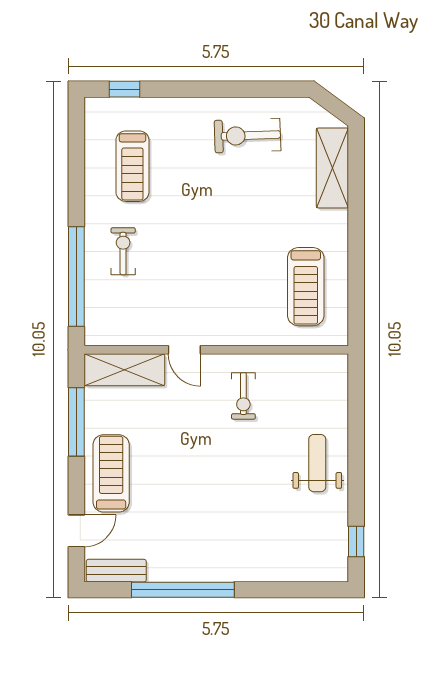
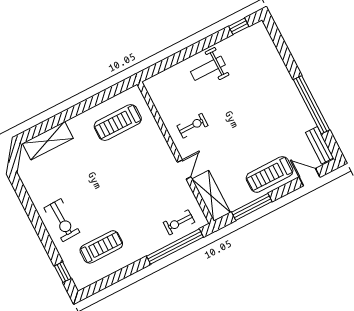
exercise bike: (248, 136) -> (62, 220), moved
exercise bike: (123, 251) -> (179, 222), moved
treadmill: (306, 287) -> (118, 123), turned 180

